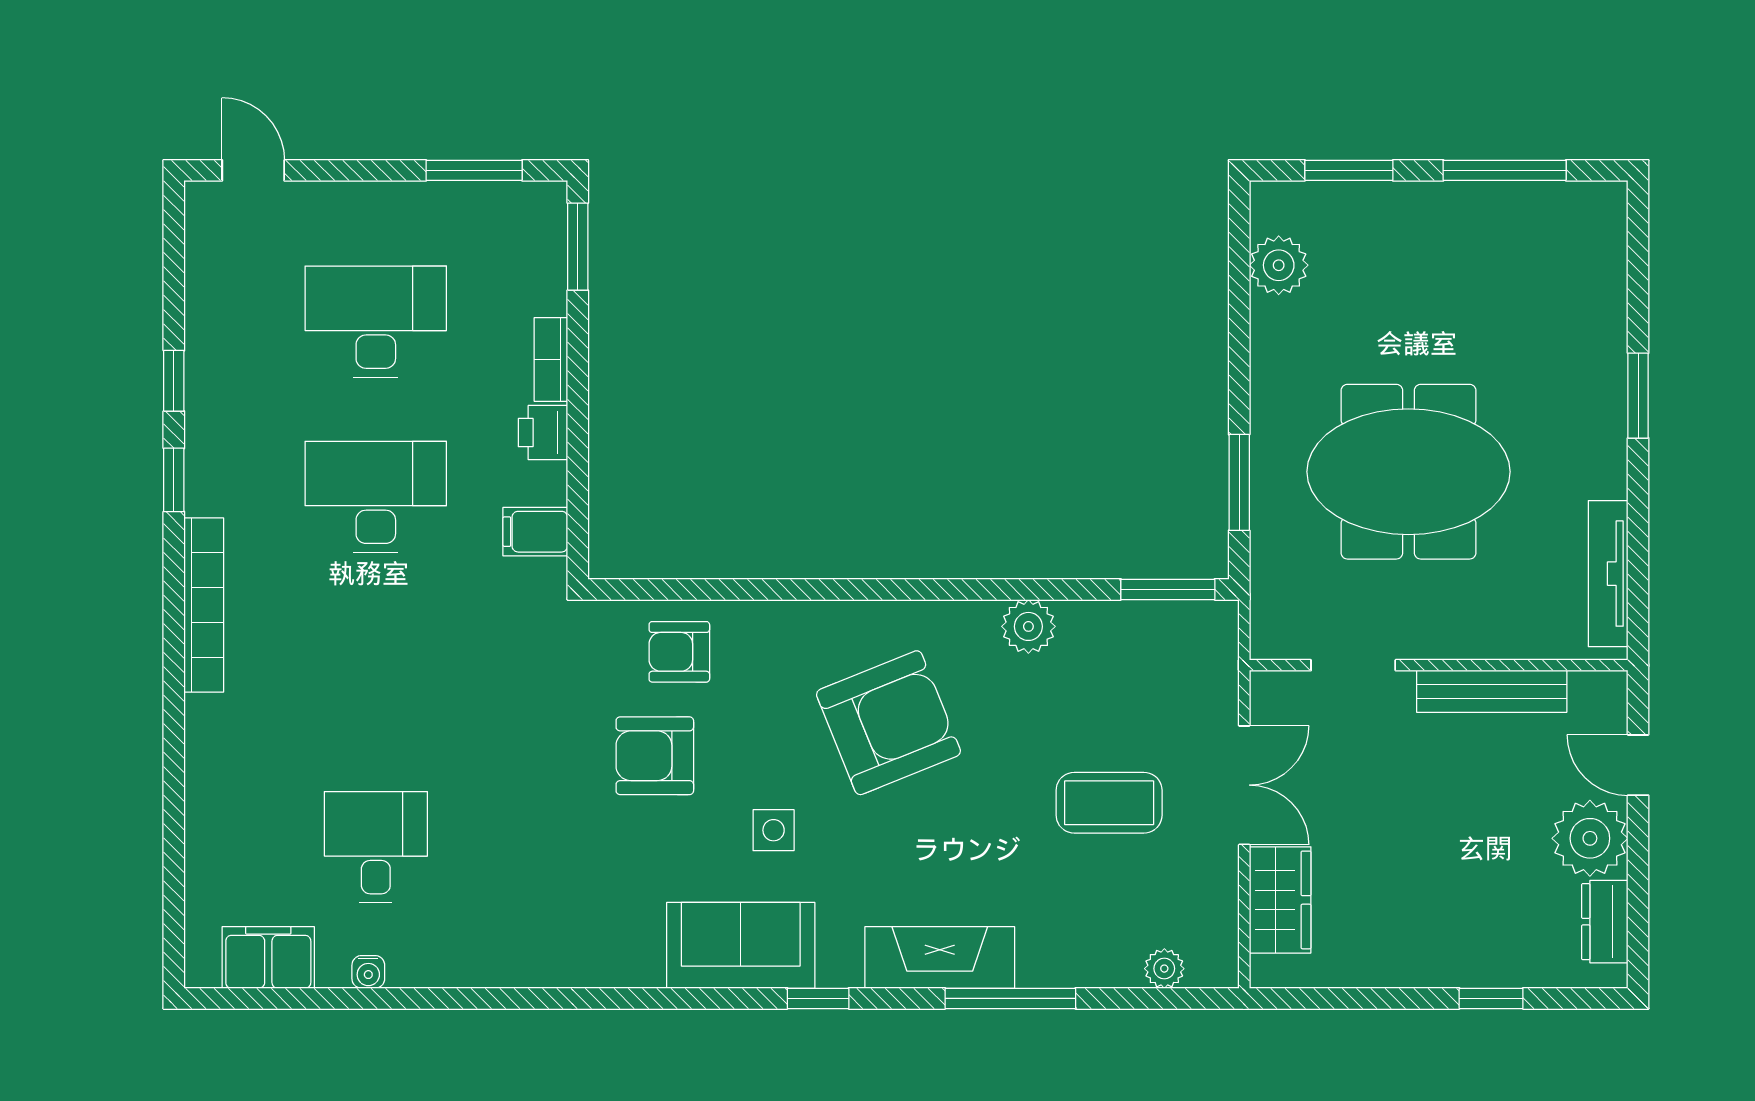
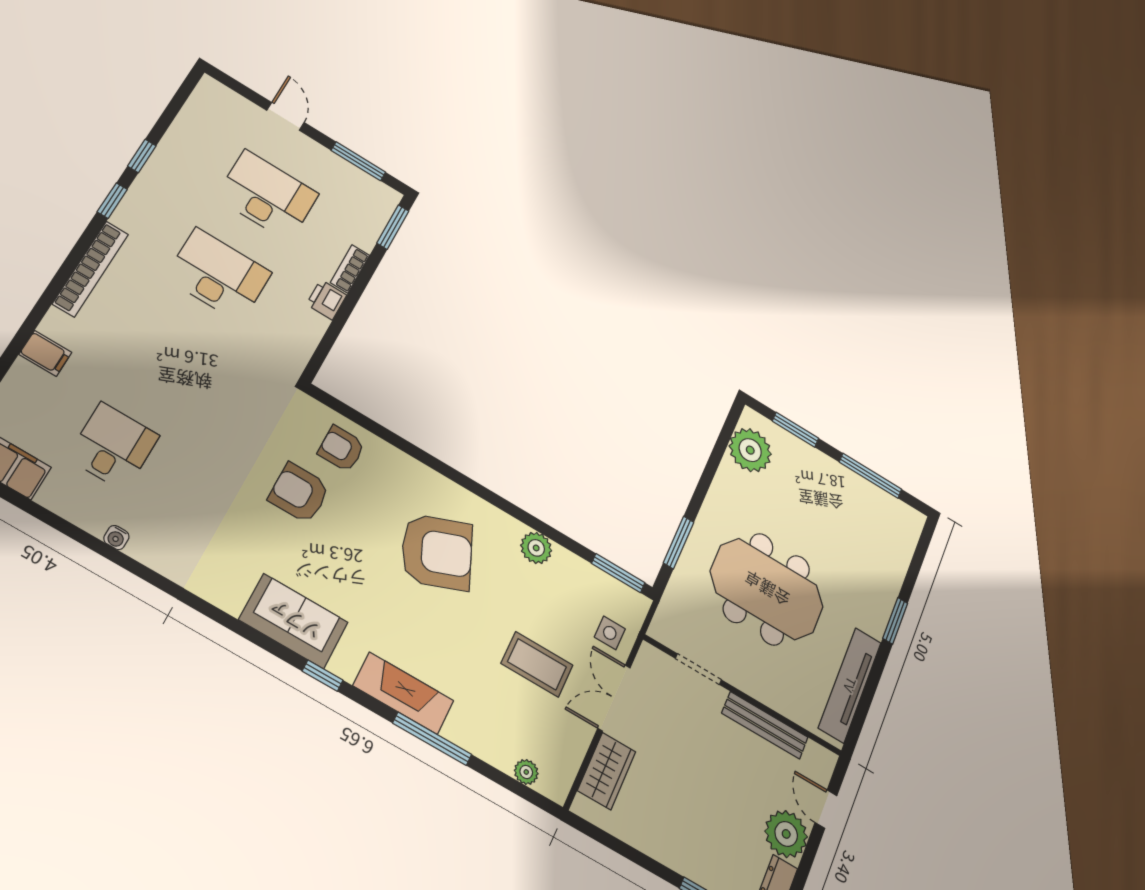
door: (253, 170) -> (285, 116), moved
plant: (1279, 265) -> (750, 450), width x1.36, depth x1.36
filing cabinet: (535, 532) -> (45, 353), moved, turned 180
tv unit: (1608, 574) -> (850, 685), width x1.36, depth x1.29
double door: (1244, 785) -> (614, 698), swing flipped
side table: (774, 830) -> (610, 633), moved
water cooler: (368, 972) -> (116, 538), moved

